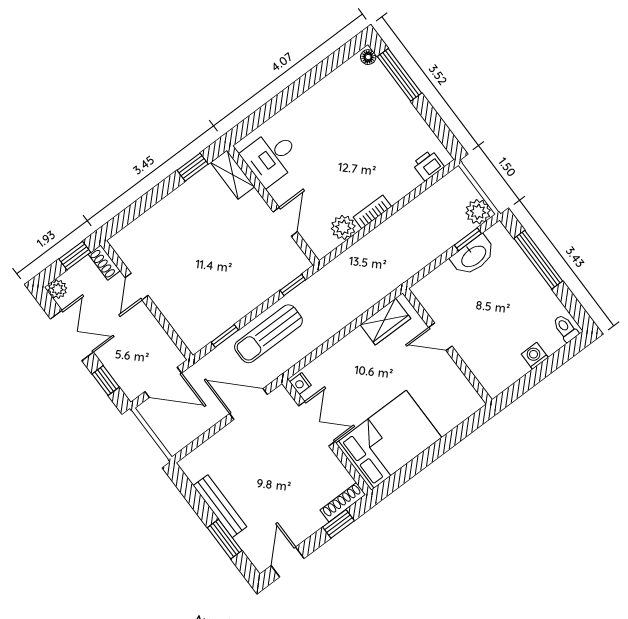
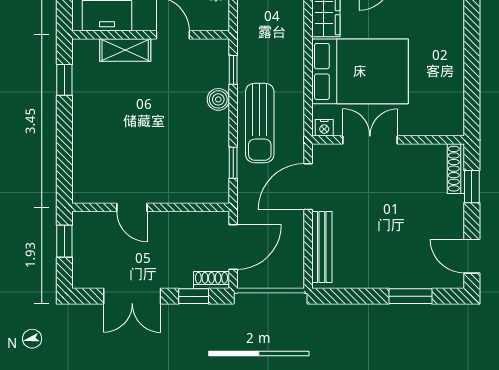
shelving: (233, 175) -> (125, 50), moved
shoe rack: (104, 262) -> (211, 280), moved, turned 180
plant: (57, 289) -> (82, 278), removed
boiler: (263, 290) -> (218, 99), added
double door: (72, 336) -> (132, 296), swing flipped
bed: (389, 440) -> (360, 71), moved, turned 90
bench: (220, 506) -> (322, 247), moved, turned 90

